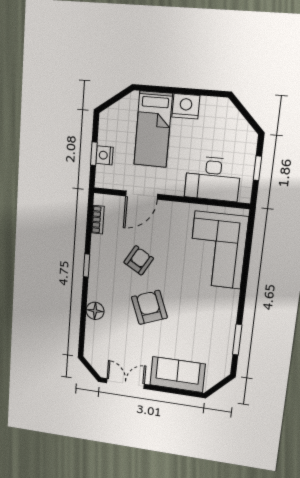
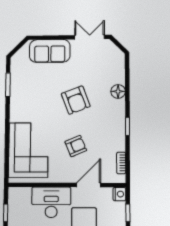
nightstand: (105, 155) -> (119, 194), moved
desk: (213, 179) -> (51, 202), moved
armchair: (139, 260) -> (76, 146), moved, turned -143
double door: (125, 384) -> (90, 37), swing flipped

